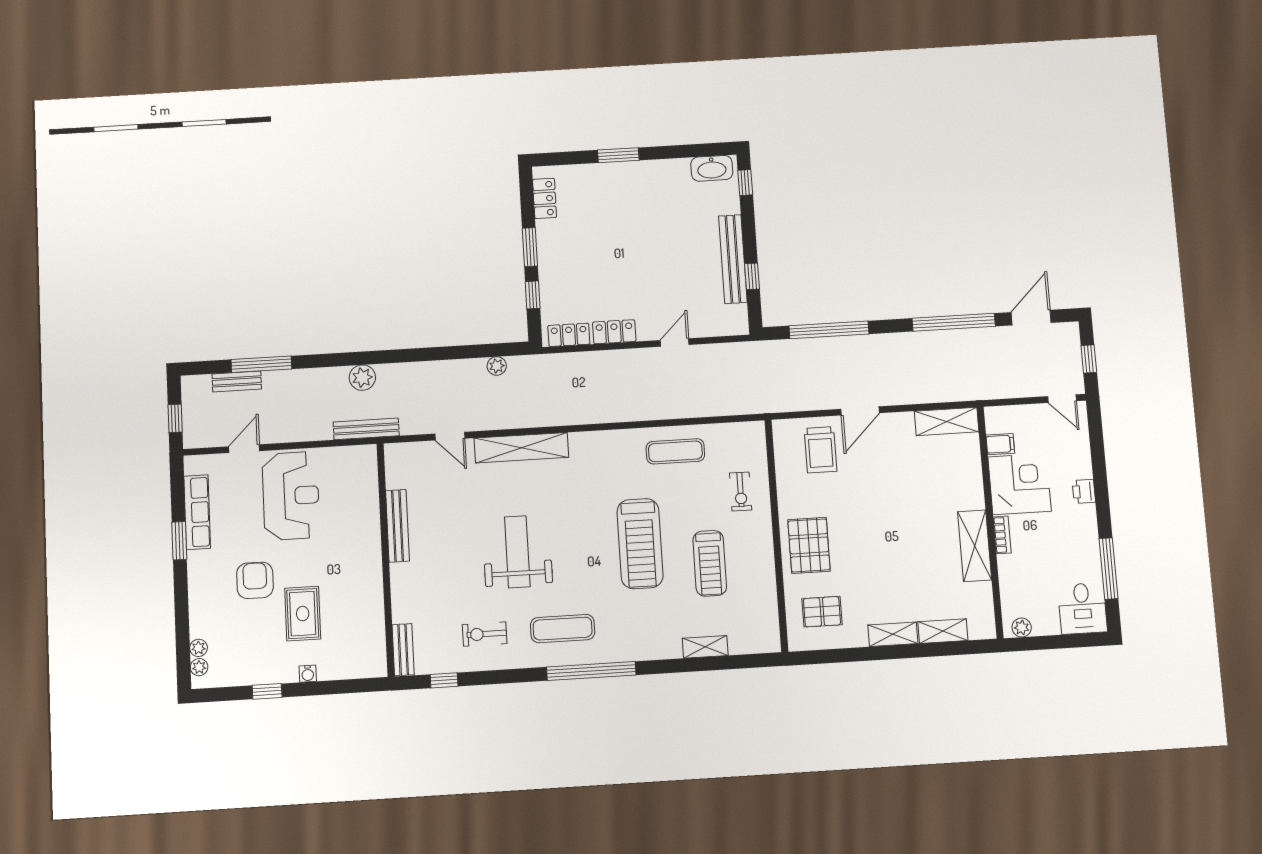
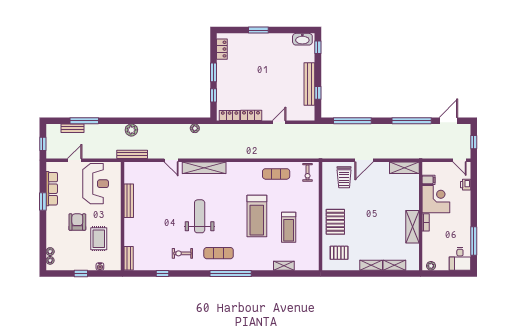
exercise bike: (741, 491) -> (308, 172), moved
printer: (1084, 491) -> (466, 185), moved
bench: (397, 526) -> (129, 201), moved
wall: (386, 559) -> (122, 216), moved
bench: (403, 650) -> (129, 258), moved

